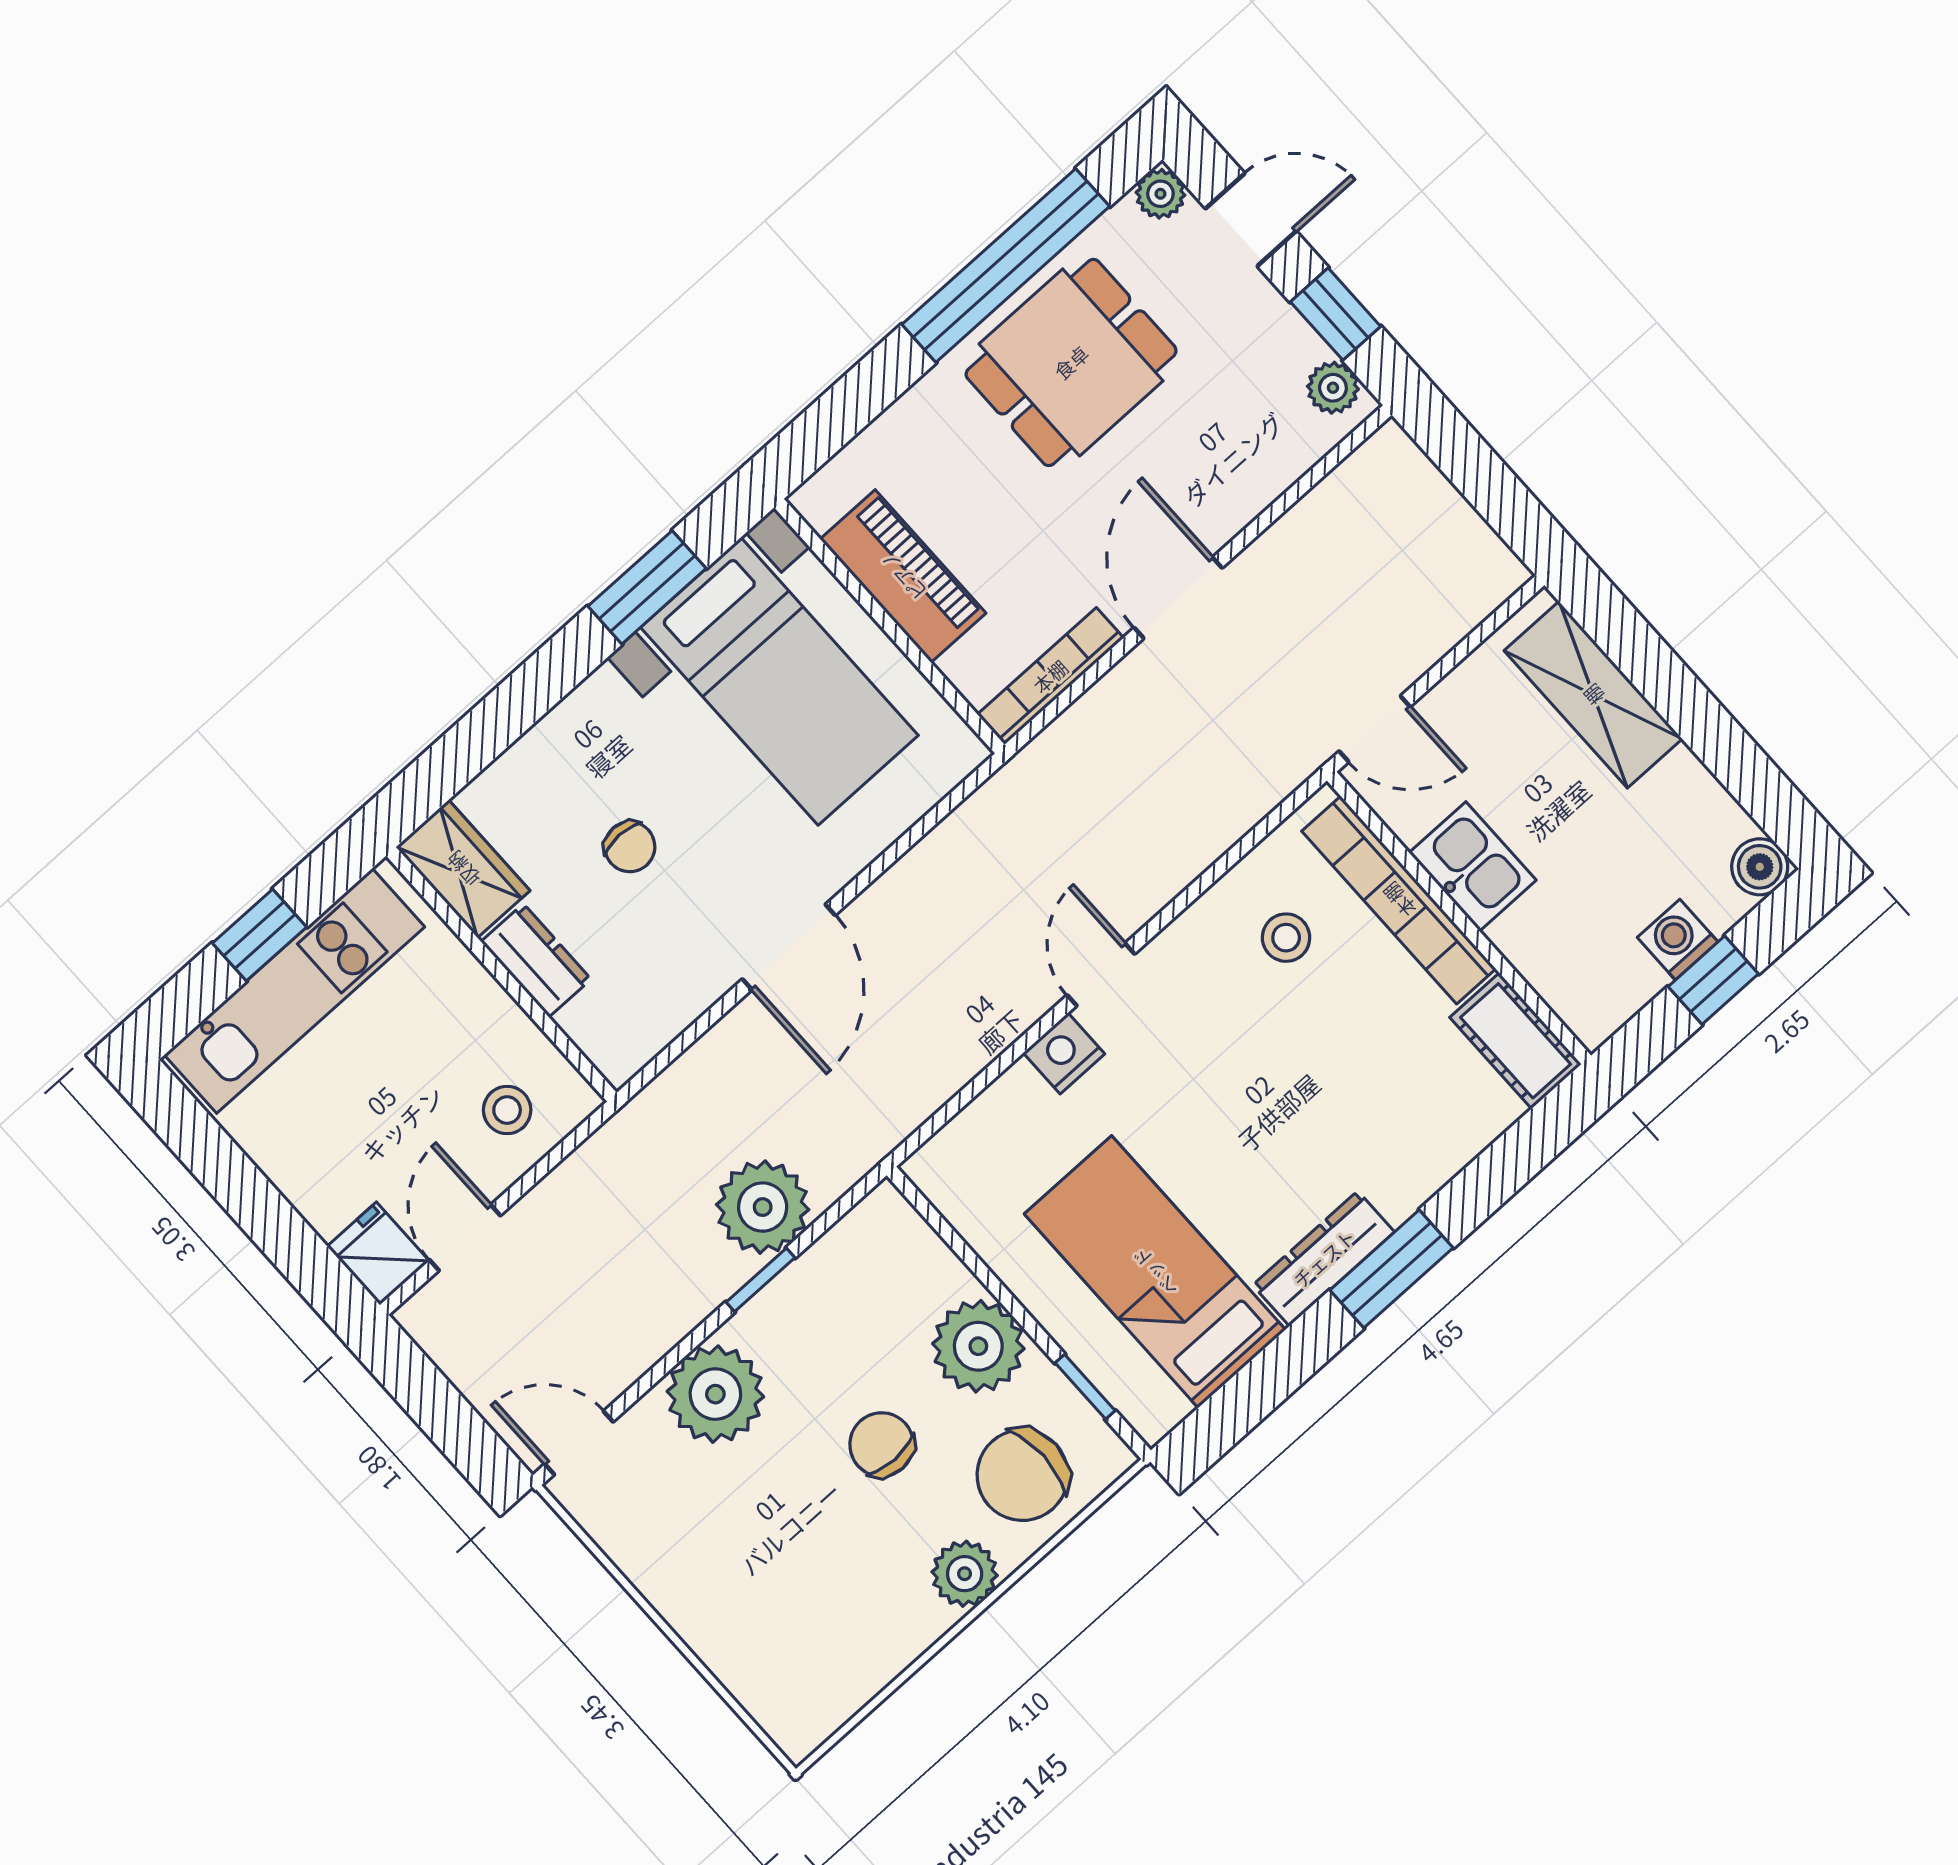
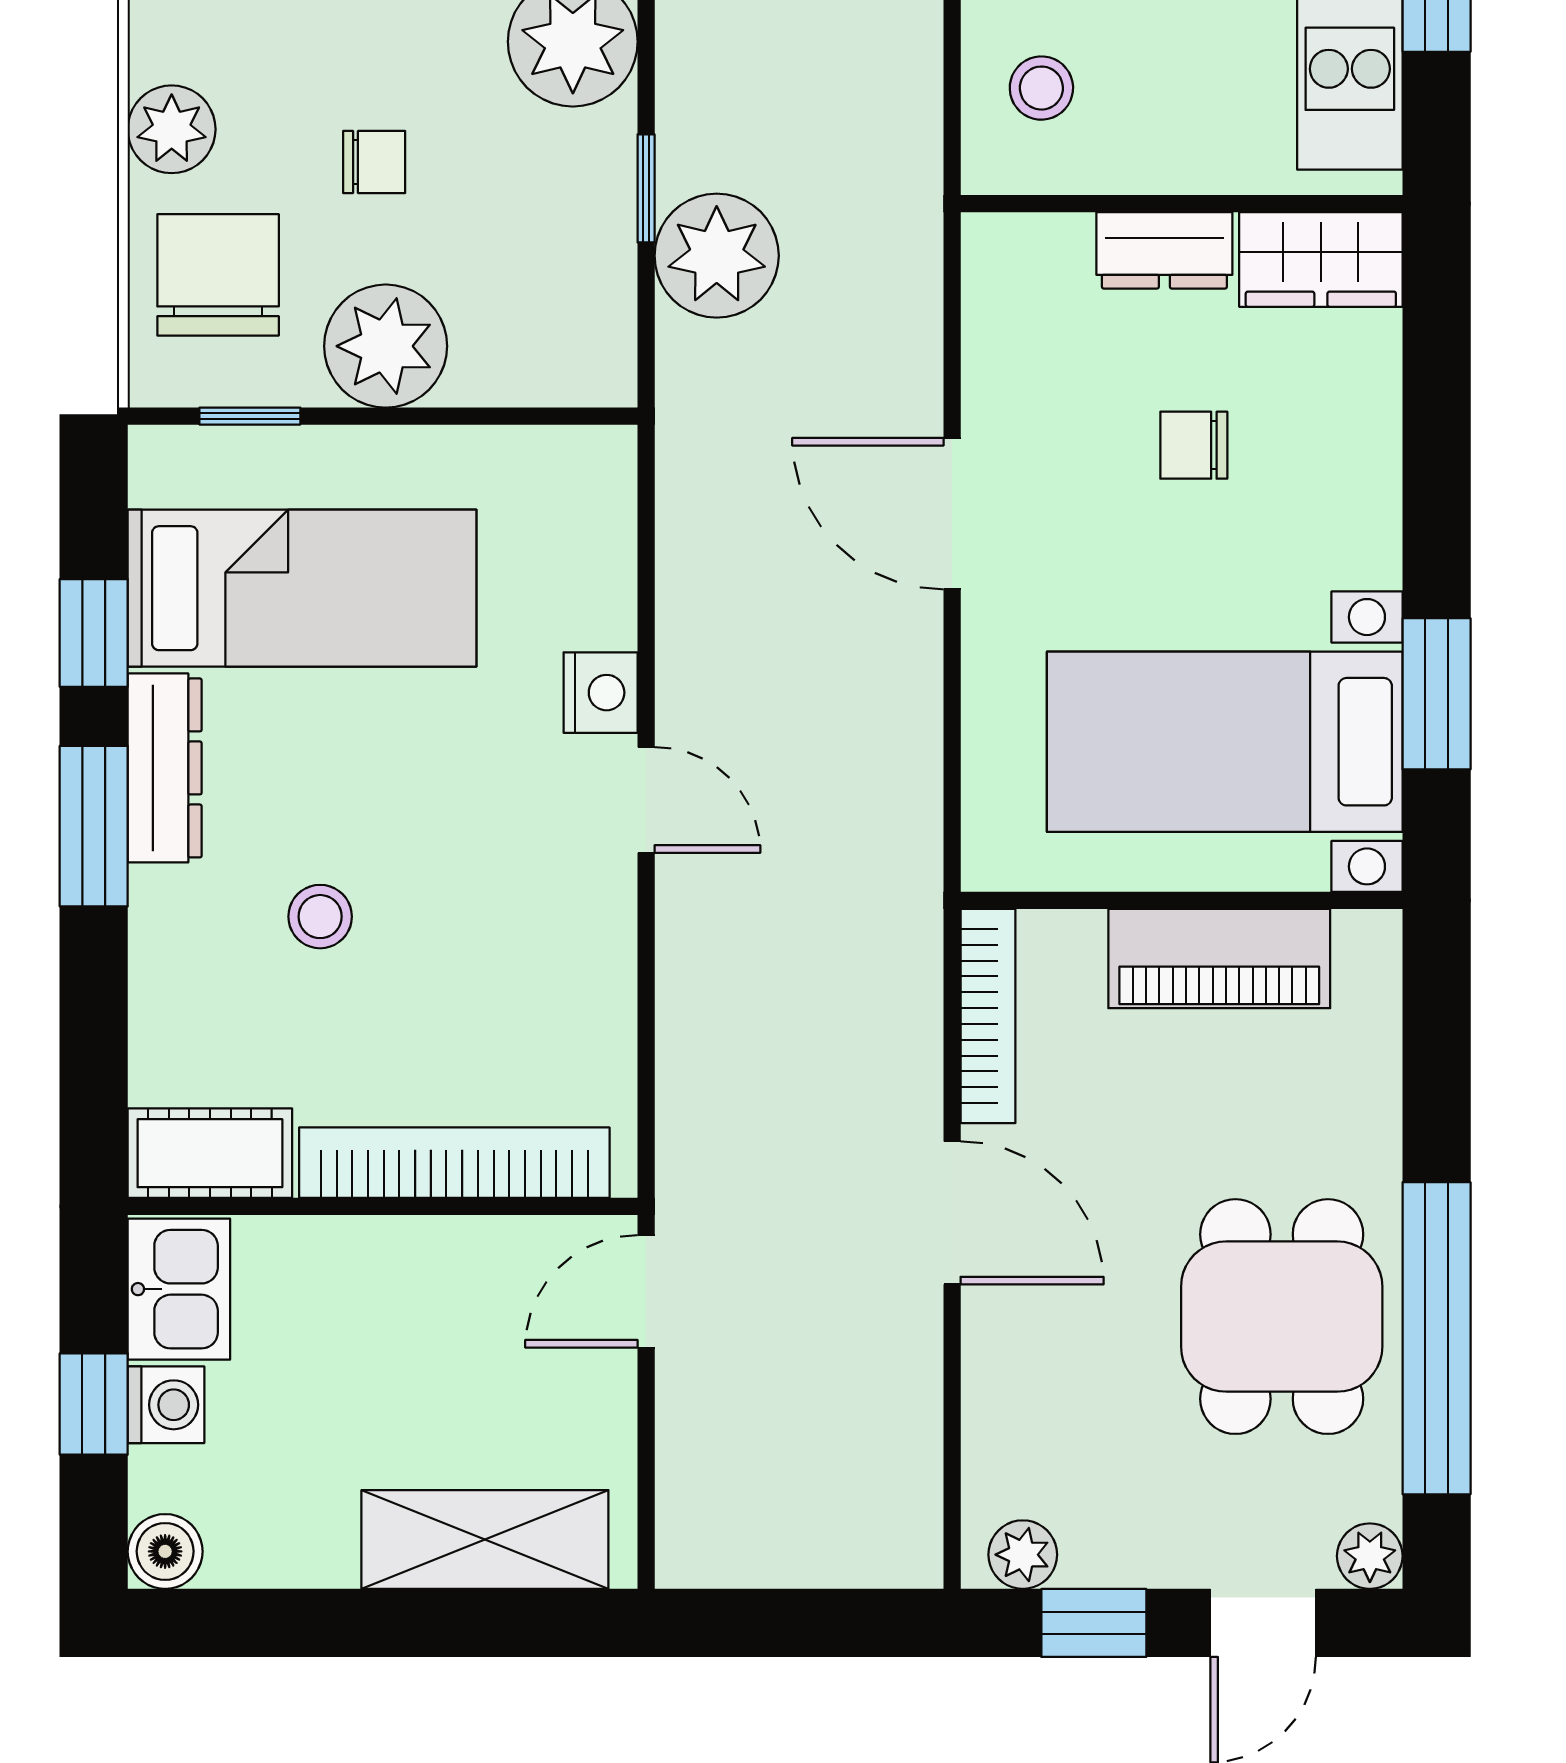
kitchen sink: (1473, 866) -> (179, 1289), moved, turned -90
stool: (1286, 938) -> (320, 917), moved
window: (1284, 1365) -> (94, 633), added
chair: (882, 1445) -> (374, 162), width x0.73, depth x0.73

